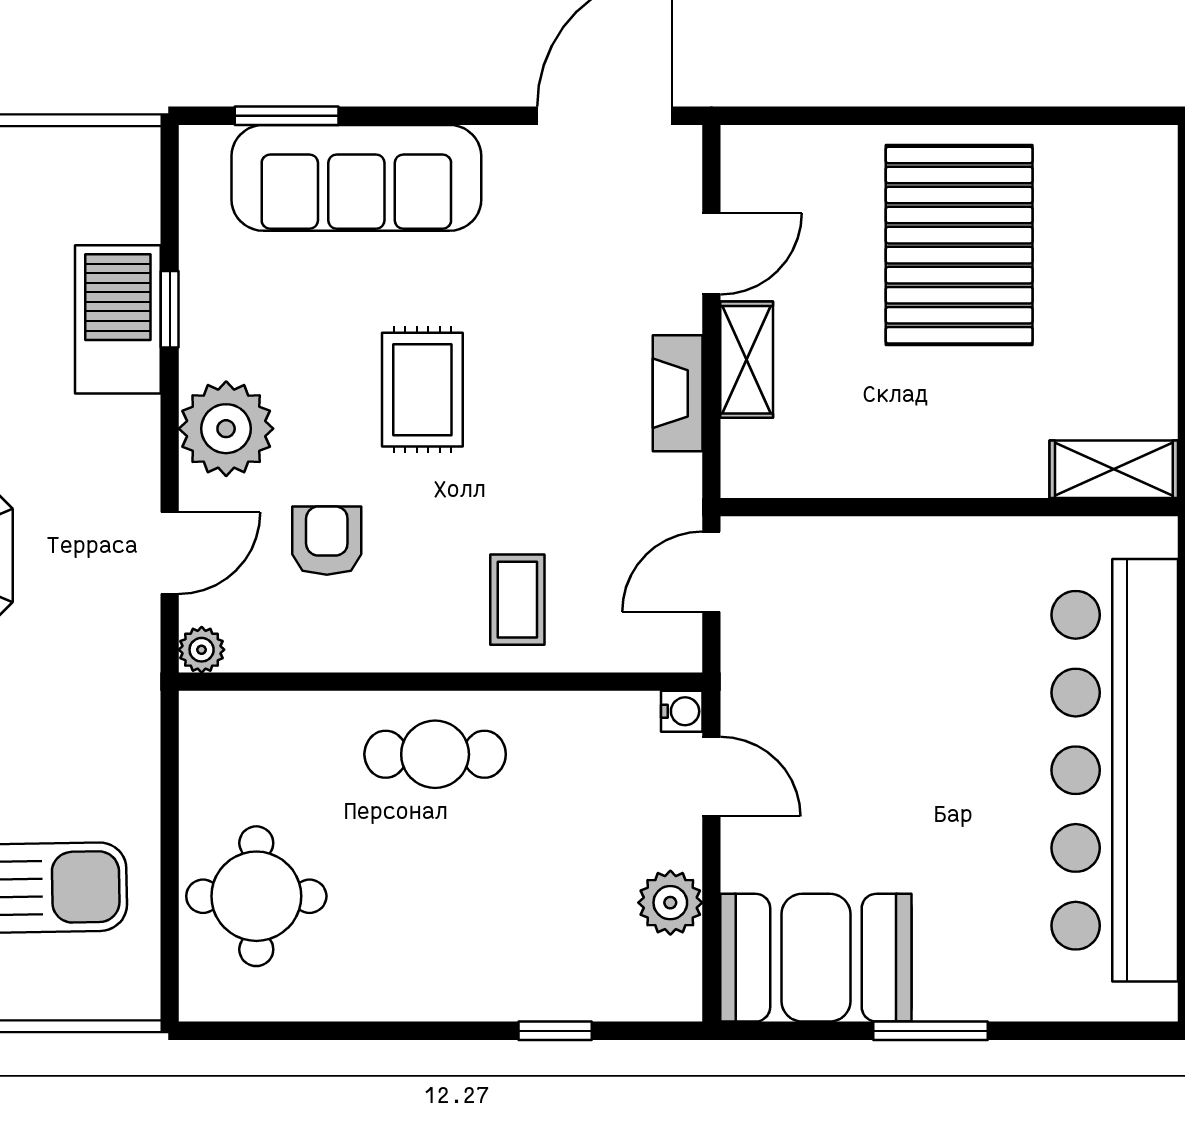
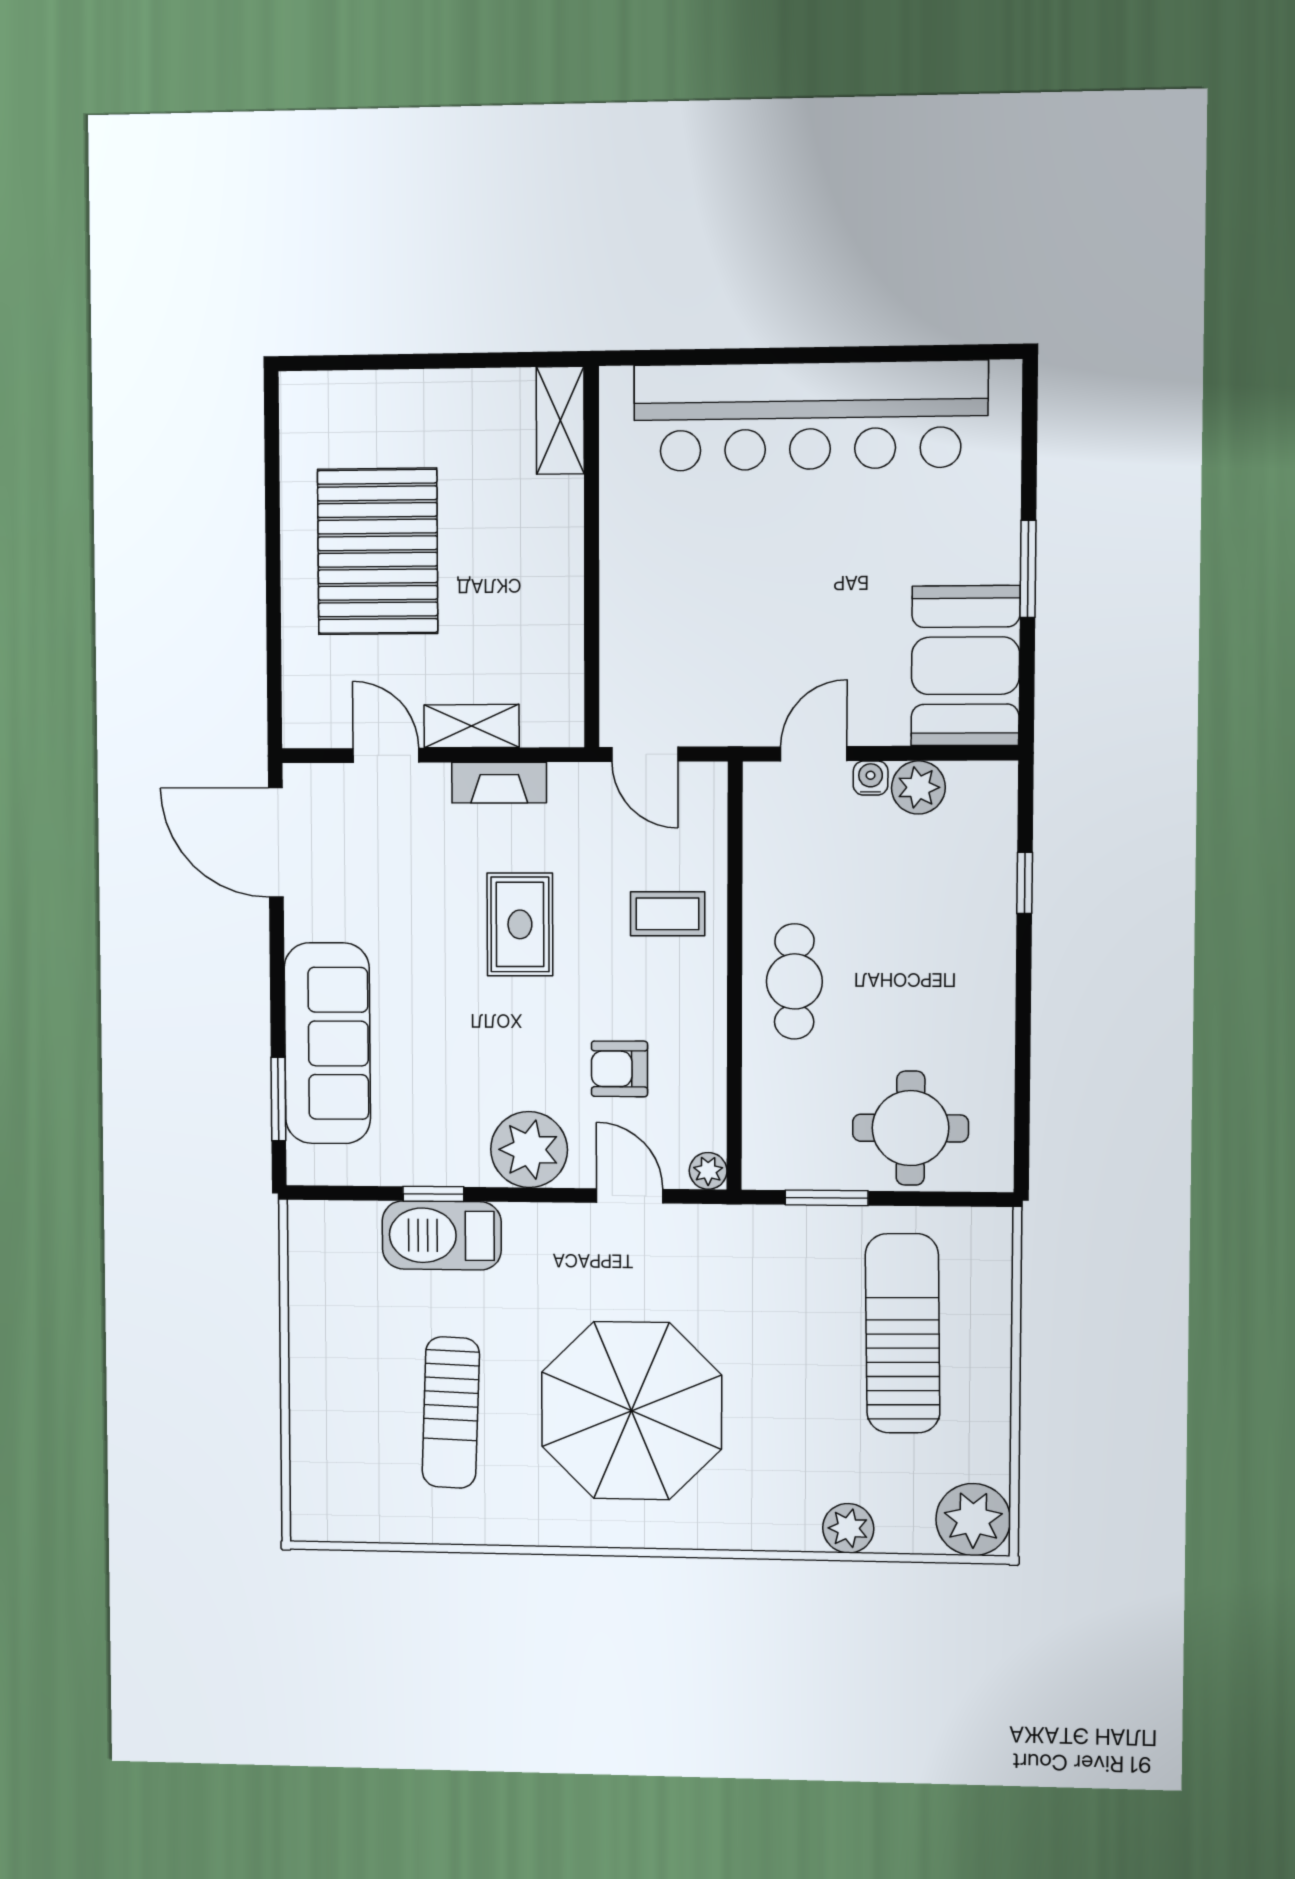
pallet: (959, 245) -> (378, 551), turned 90
rug: (422, 390) -> (520, 924), moved, turned 90
water cooler: (682, 711) -> (871, 778), moved
window: (170, 795) -> (827, 1198), added

